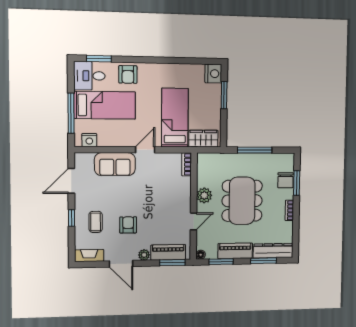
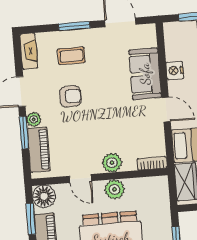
nightstand: (89, 140) -> (175, 71), moved
plant: (183, 196) -> (112, 163), added
window: (72, 218) -> (74, 26), width x1.50
floor lamp: (201, 255) -> (44, 196), width x1.89, depth x1.89
window: (172, 263) -> (24, 132), moved

